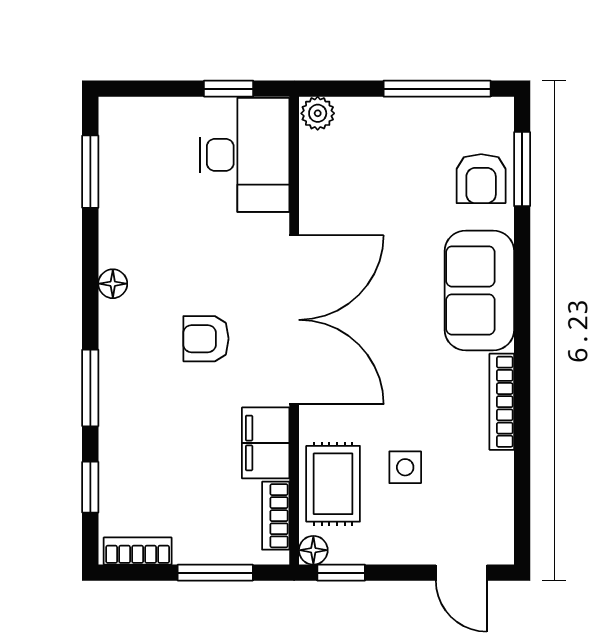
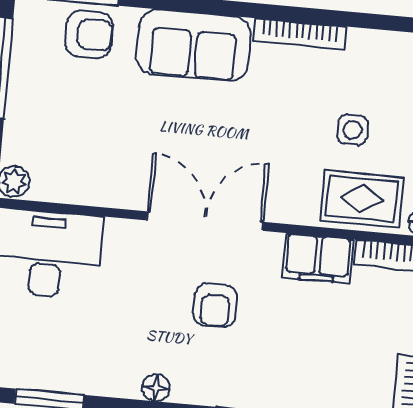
double door: (294, 320) -> (205, 221), width x0.73

